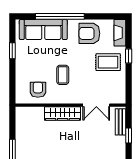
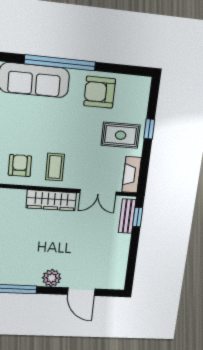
fireplace: (120, 33) -> (132, 175), moved
coffee table: (63, 75) -> (55, 167), moved
window: (129, 135) -> (138, 217), moved

